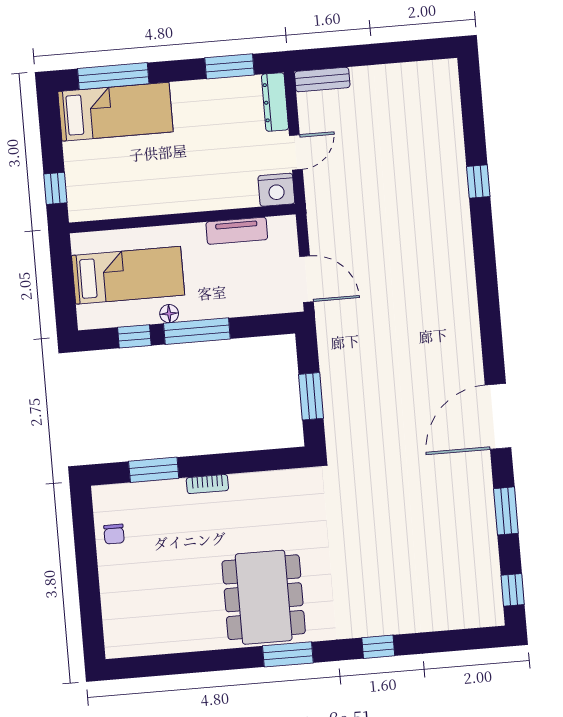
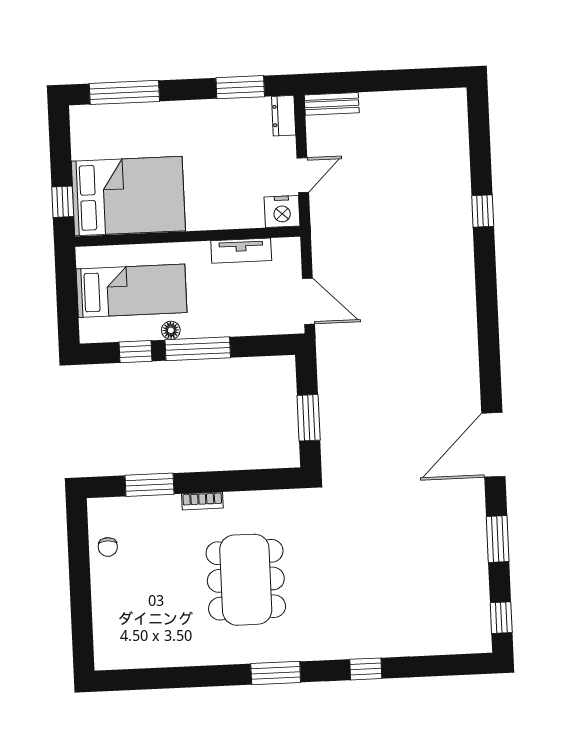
dresser: (275, 102) -> (284, 116), width x0.70
bed: (115, 112) -> (128, 196), moved, width x1.50
dining table: (264, 597) -> (246, 580), moved

